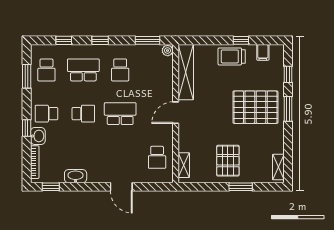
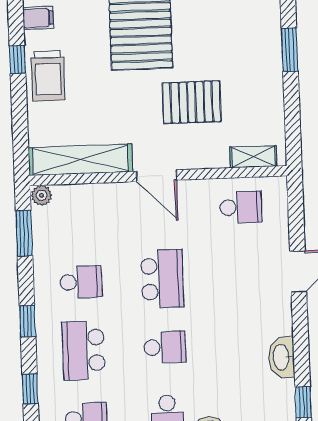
school desk: (83, 114) -> (165, 347), turned 90
school desk: (120, 114) -> (162, 279), turned 180
pallet: (228, 161) -> (192, 102), moved

